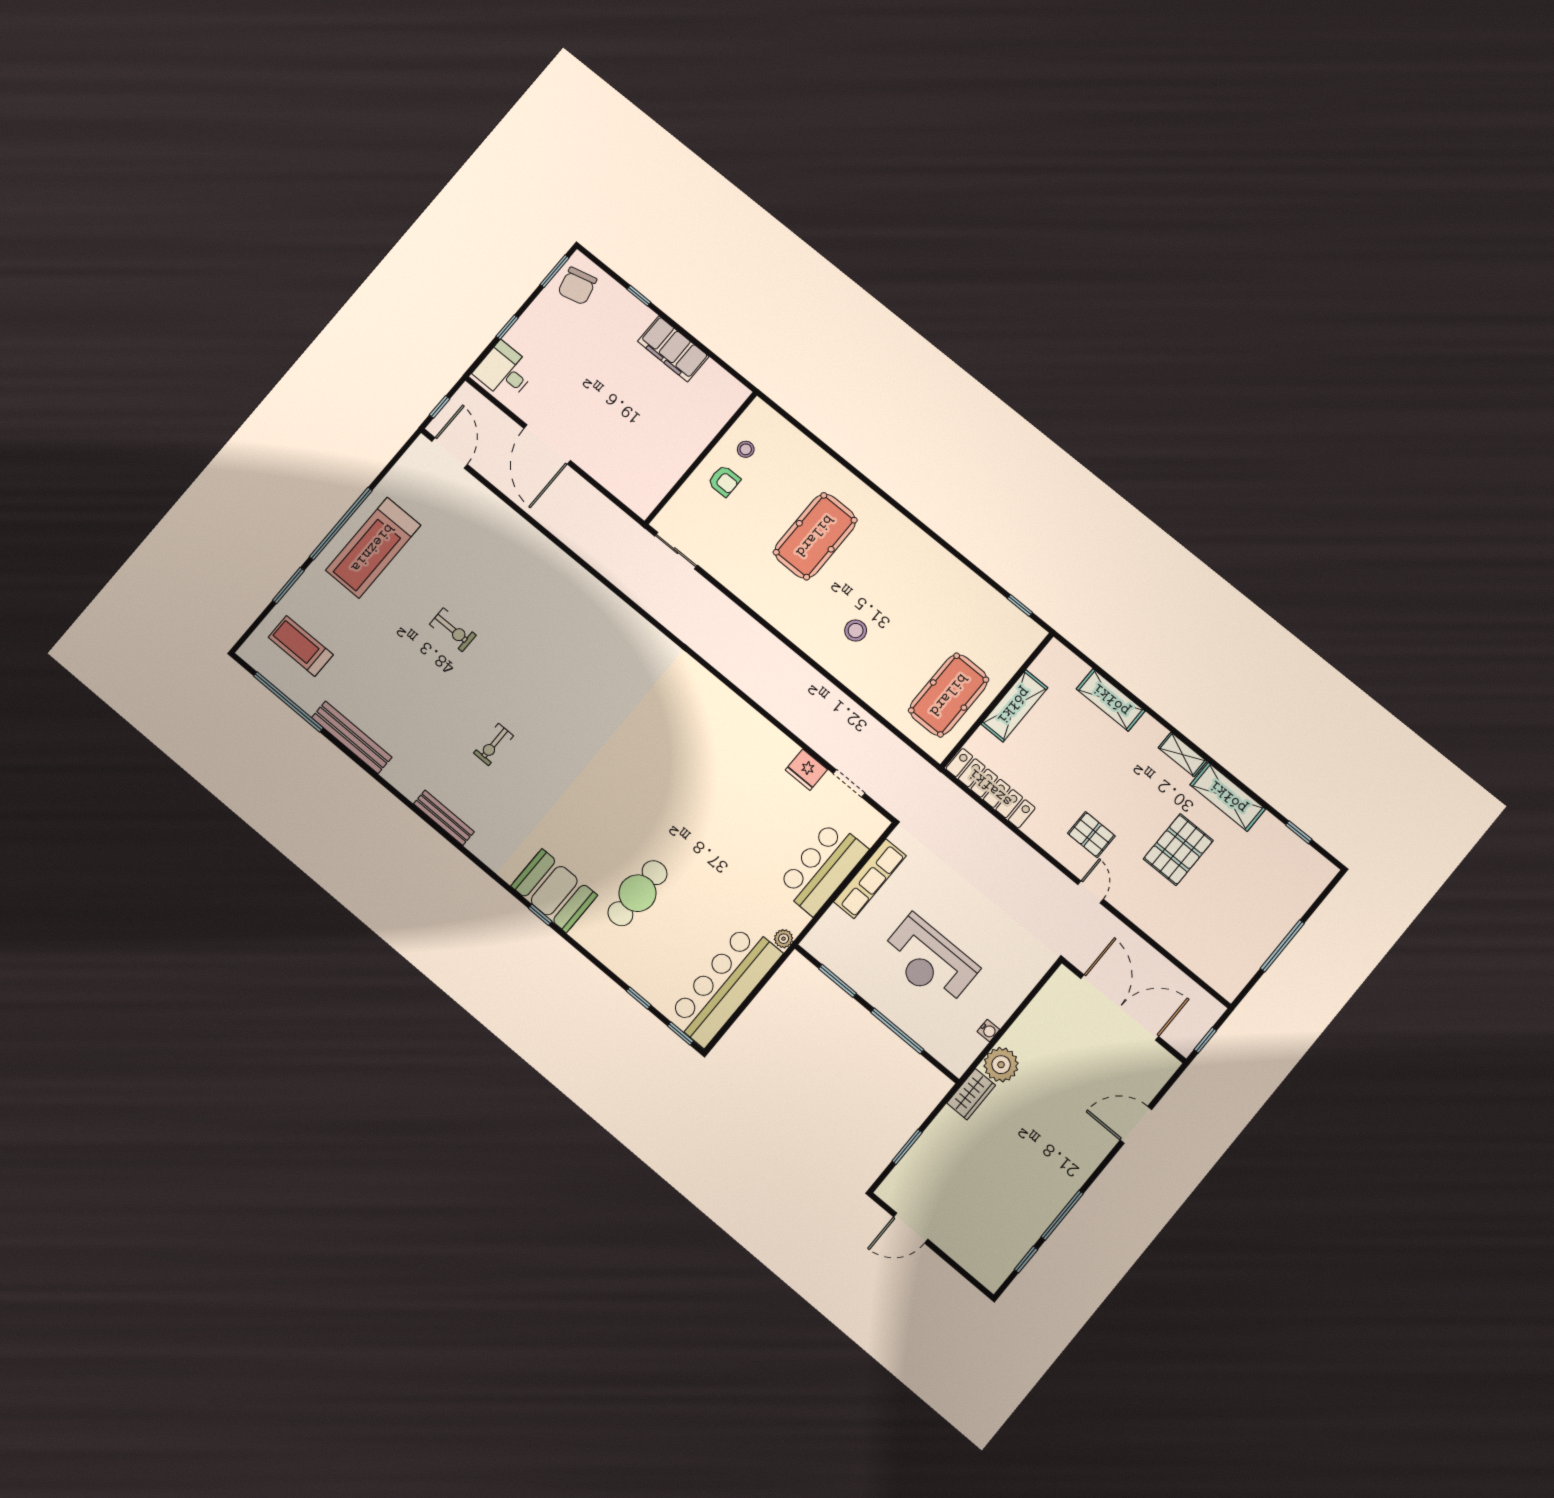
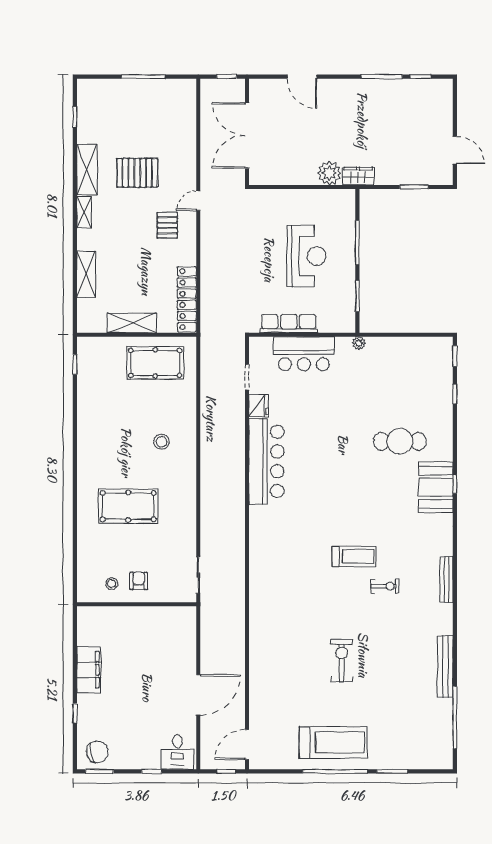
exercise bike: (453, 630) -> (342, 661), width x1.38, depth x1.39
treadmill: (301, 646) -> (354, 556), moved, turned -90
bar counter: (725, 985) -> (266, 461), moved, turned -90
water cooler: (988, 1031) -> (317, 194), removed

